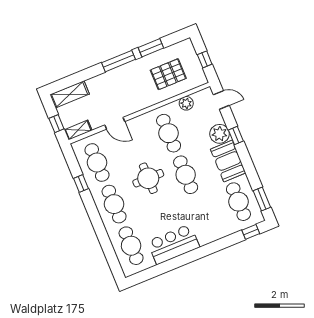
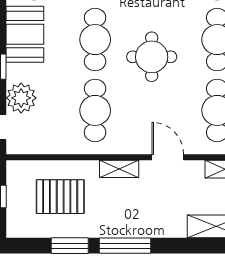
plant: (186, 103) -> (52, 143), removed
shelving: (140, 105) -> (119, 169), added
plant: (220, 134) -> (21, 98), moved

